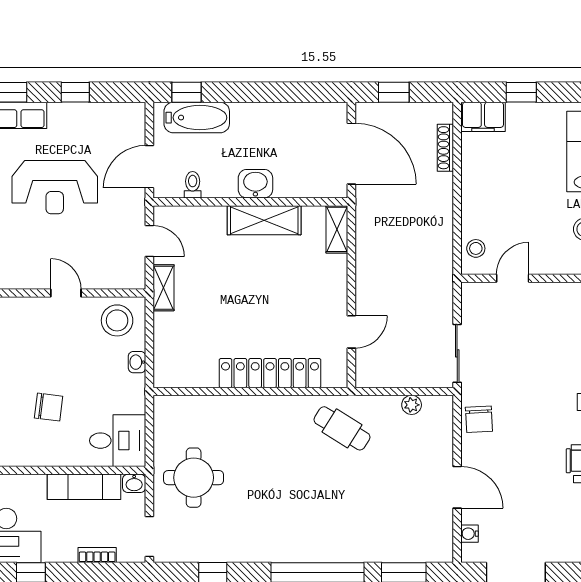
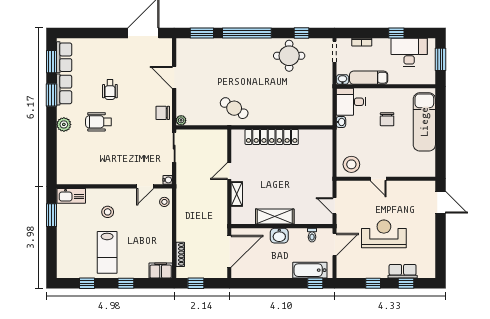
window: (394, 92) -> (196, 283), moved
window: (521, 92) -> (126, 283), moved
door: (351, 154) -> (229, 251), swing flipped
shelving: (337, 229) -> (237, 194), moved
shelving: (164, 288) -> (327, 181), removed
door: (351, 332) -> (229, 171), moved
washbasin: (137, 362) -> (341, 122), moved
plant: (412, 405) -> (181, 120), moved
chair: (49, 407) -> (387, 119), turned -97
chair: (479, 419) -> (163, 113), turned -87
round table: (194, 478) -> (289, 56), moved
water cooler: (470, 534) -> (168, 180), moved

